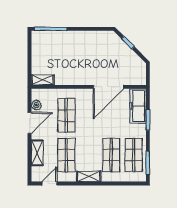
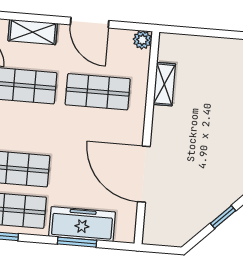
shelving: (43, 80) -> (164, 84), moved
plant: (36, 105) -> (142, 40), moved
freezer: (138, 106) -> (82, 224), moved

